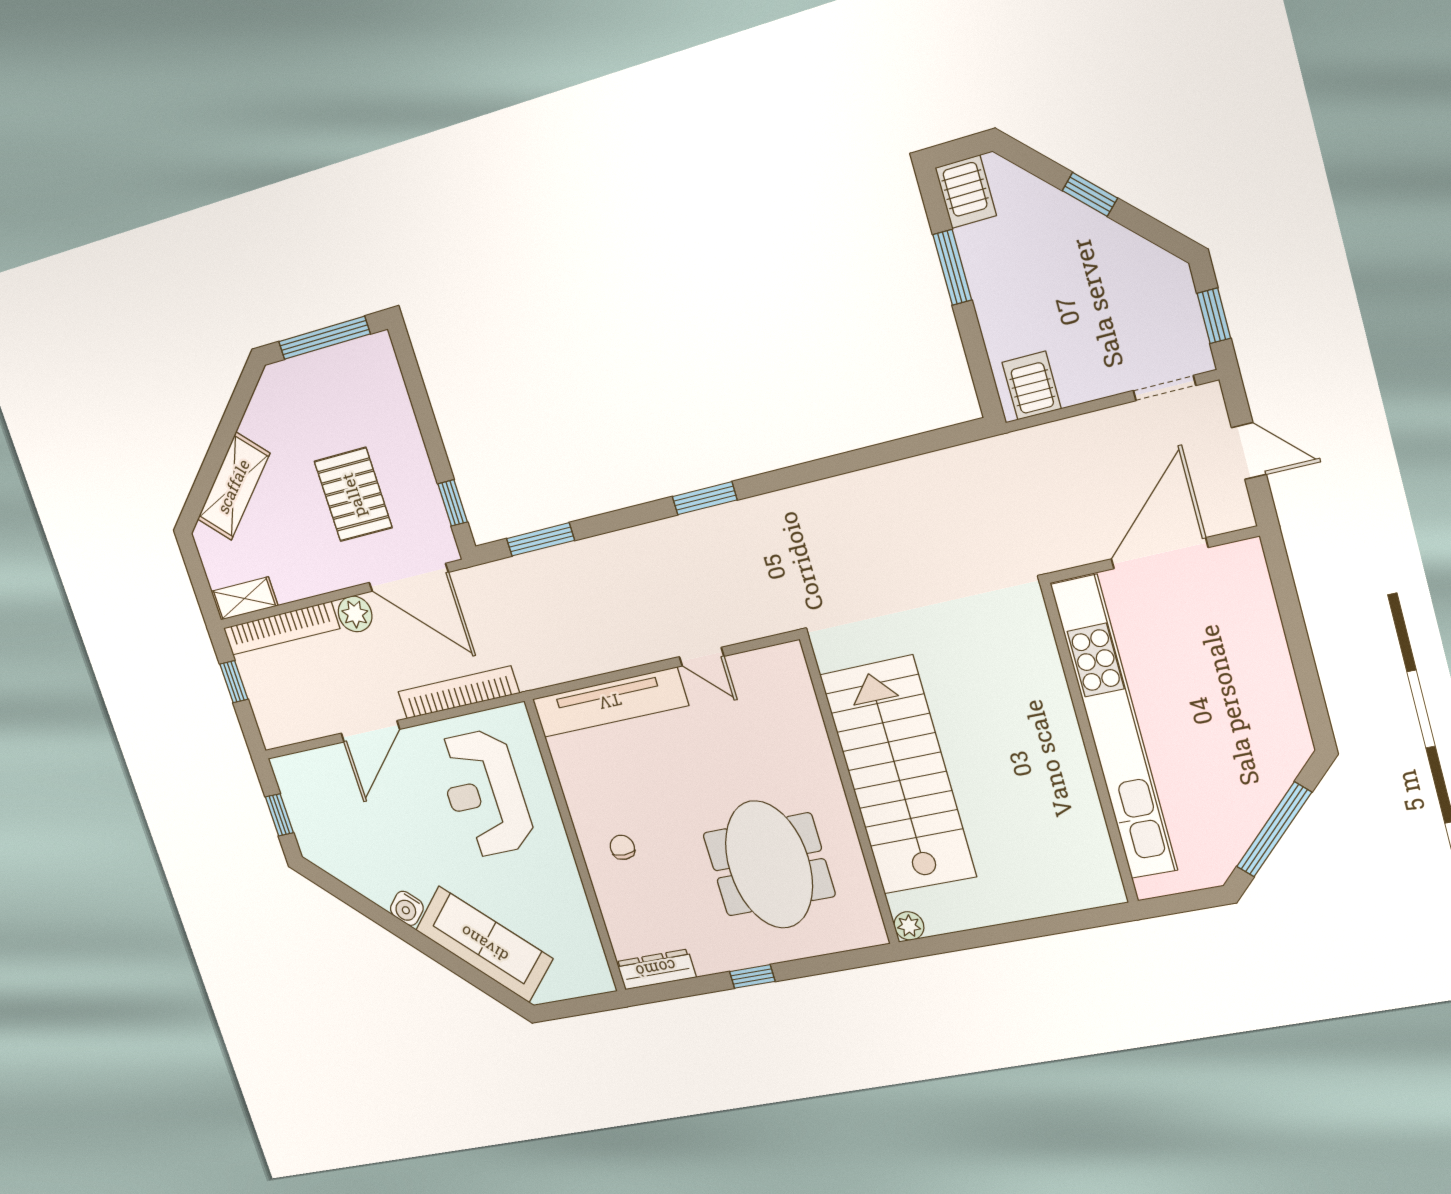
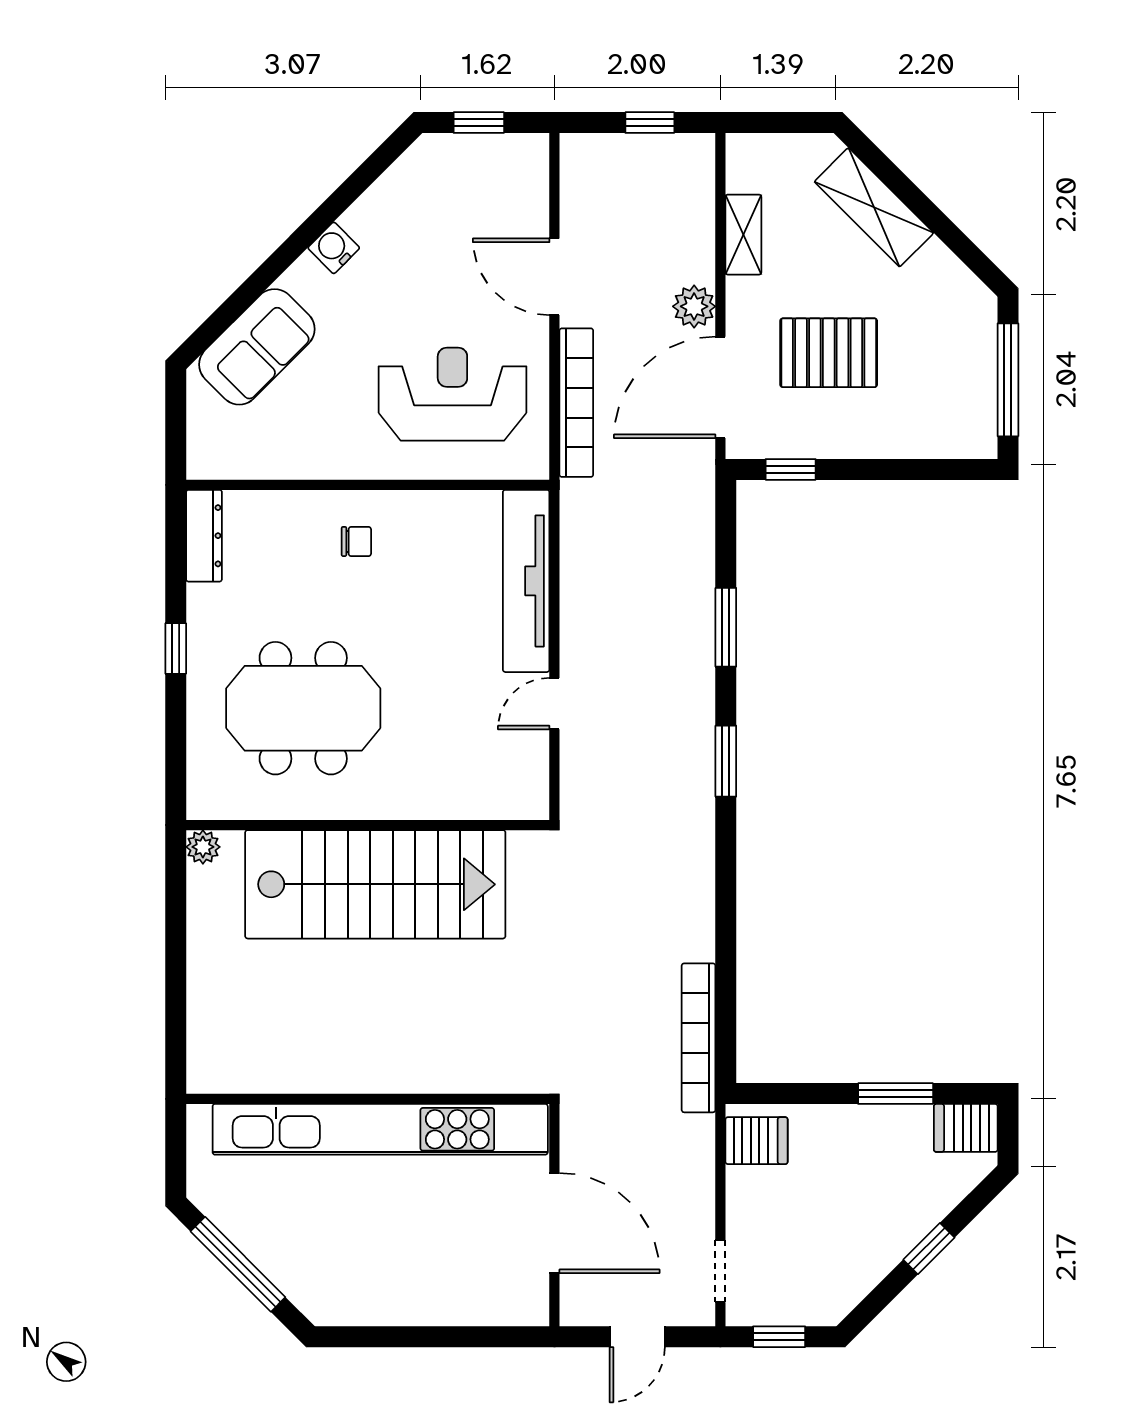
window: (540, 539) -> (726, 627), moved
shelving: (244, 599) -> (743, 235), moved
bookcase: (281, 628) -> (699, 1038), moved
sofa: (484, 944) -> (257, 347), width x0.73

